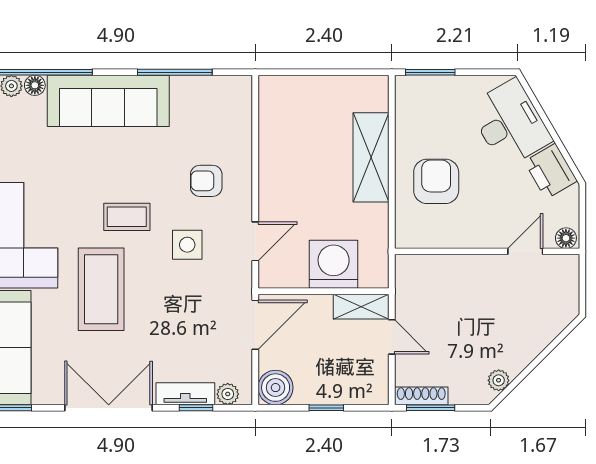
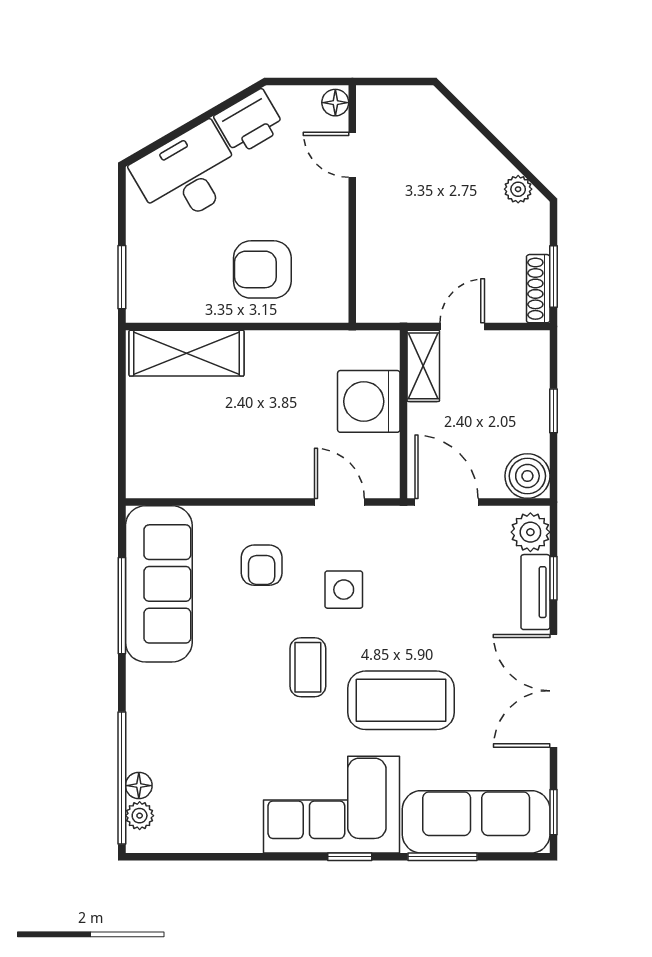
sofa: (108, 101) -> (159, 584), moved
shelving: (371, 157) -> (187, 353), moved
plant: (228, 394) -> (530, 532), width x1.38, depth x1.38

